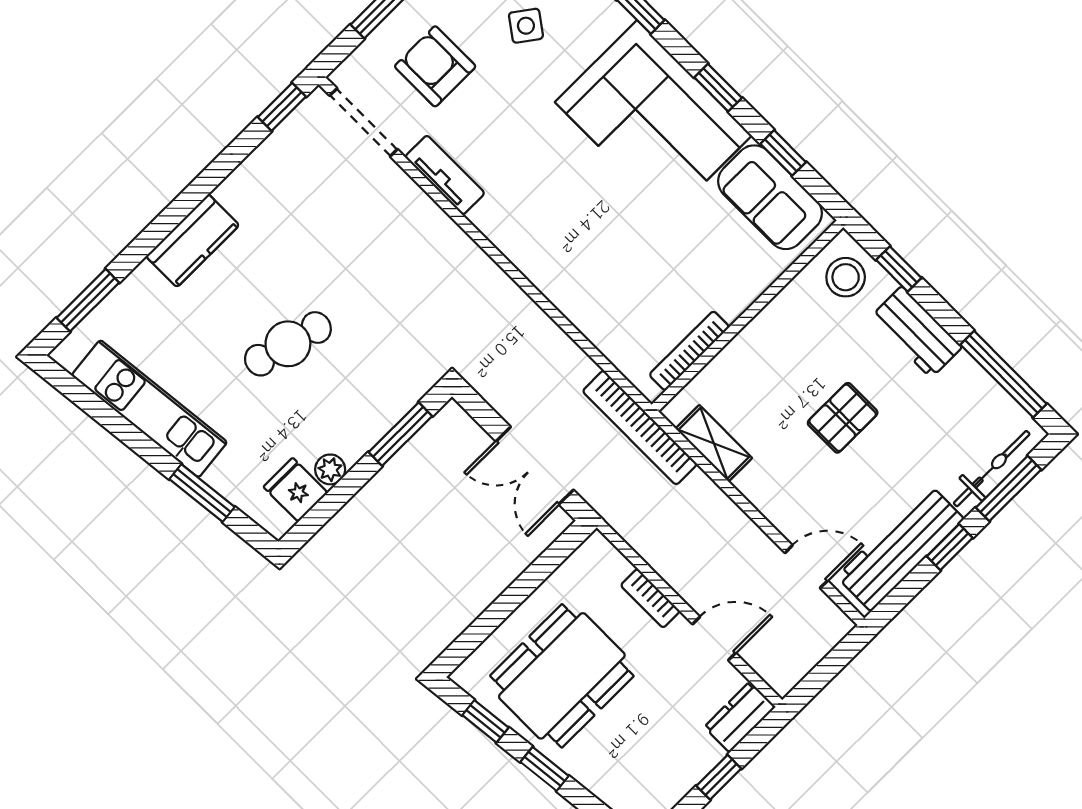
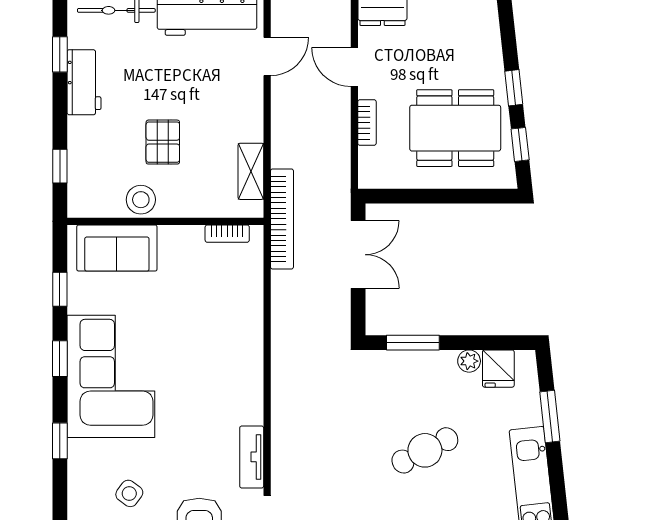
sofa: (770, 197) -> (117, 248), moved, turned 90
stool: (846, 277) -> (141, 200), moved
workbench: (916, 332) -> (84, 82), moved
cafe table: (288, 344) -> (425, 450), turned -42
bookcase: (689, 351) -> (227, 234), width x0.64
window: (1004, 374) -> (60, 54), width x0.46
pallet: (843, 418) -> (163, 142), moved, turned 90
door: (806, 567) -> (267, 56), swing flipped

